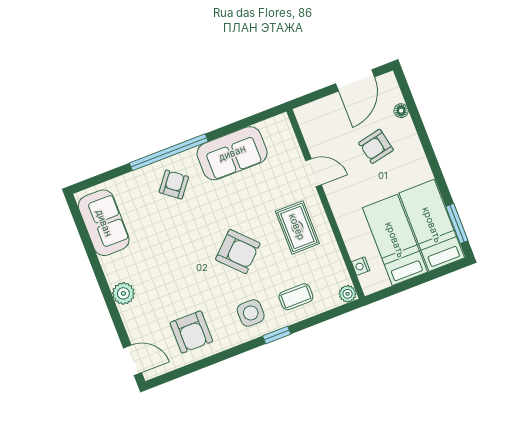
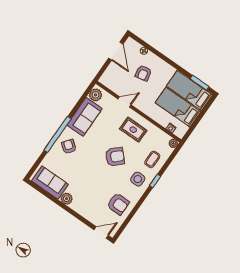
plant: (274, 130) -> (96, 95), added
plant: (123, 293) -> (67, 199), moved

